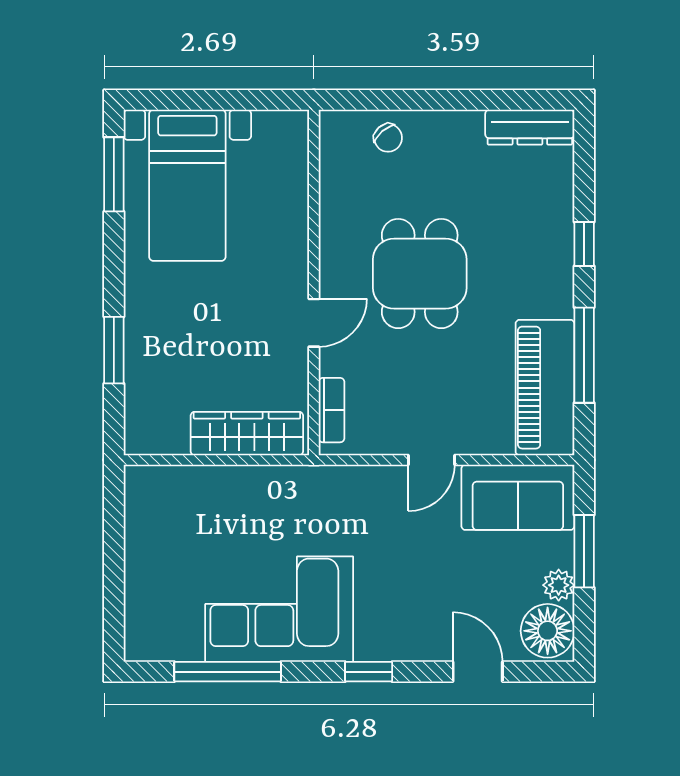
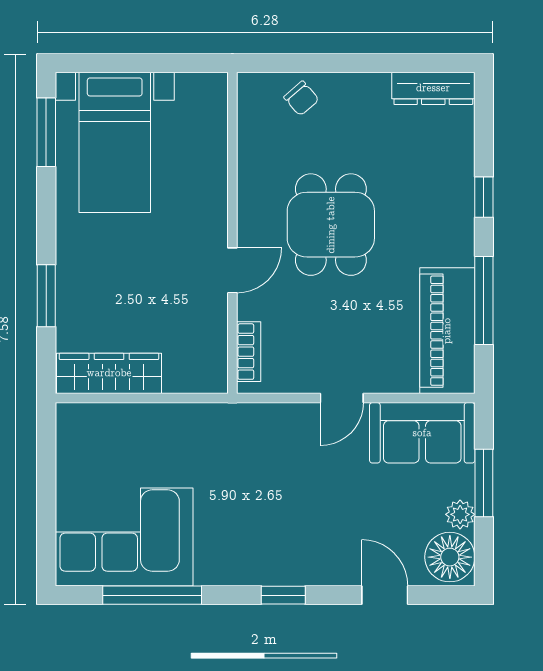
wardrobe: (247, 434) -> (109, 373), moved
corner sofa: (279, 609) -> (124, 537), moved

